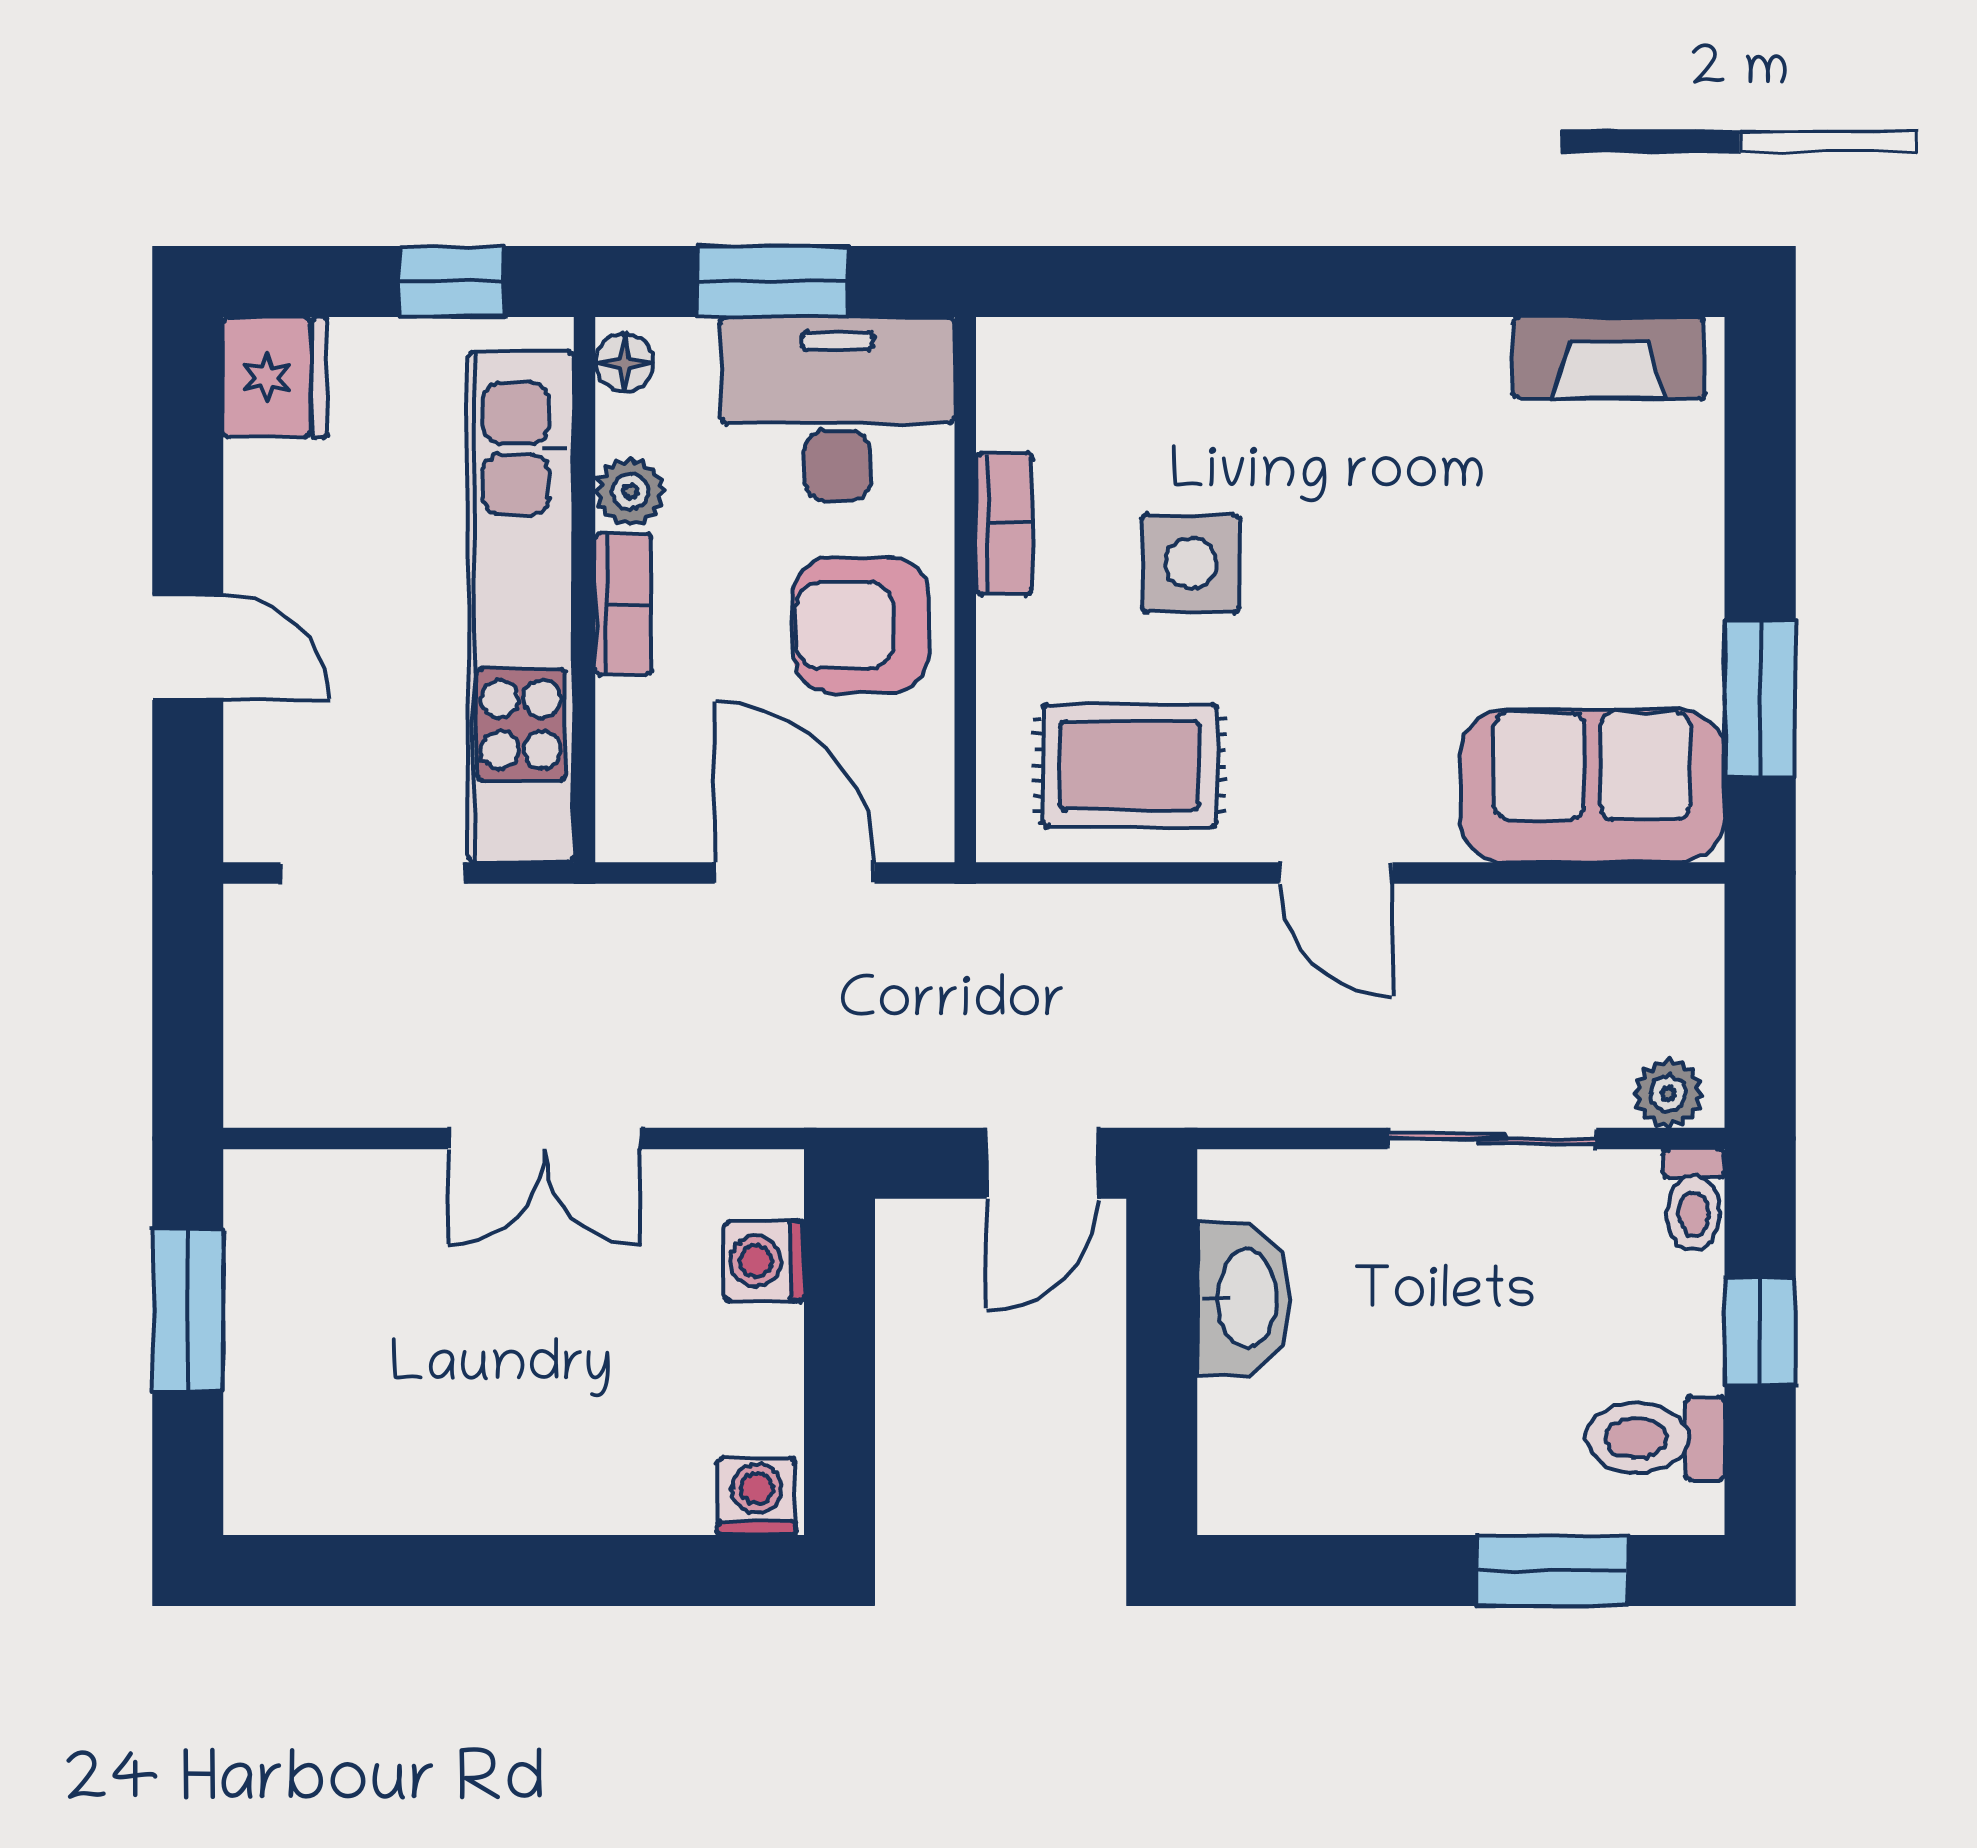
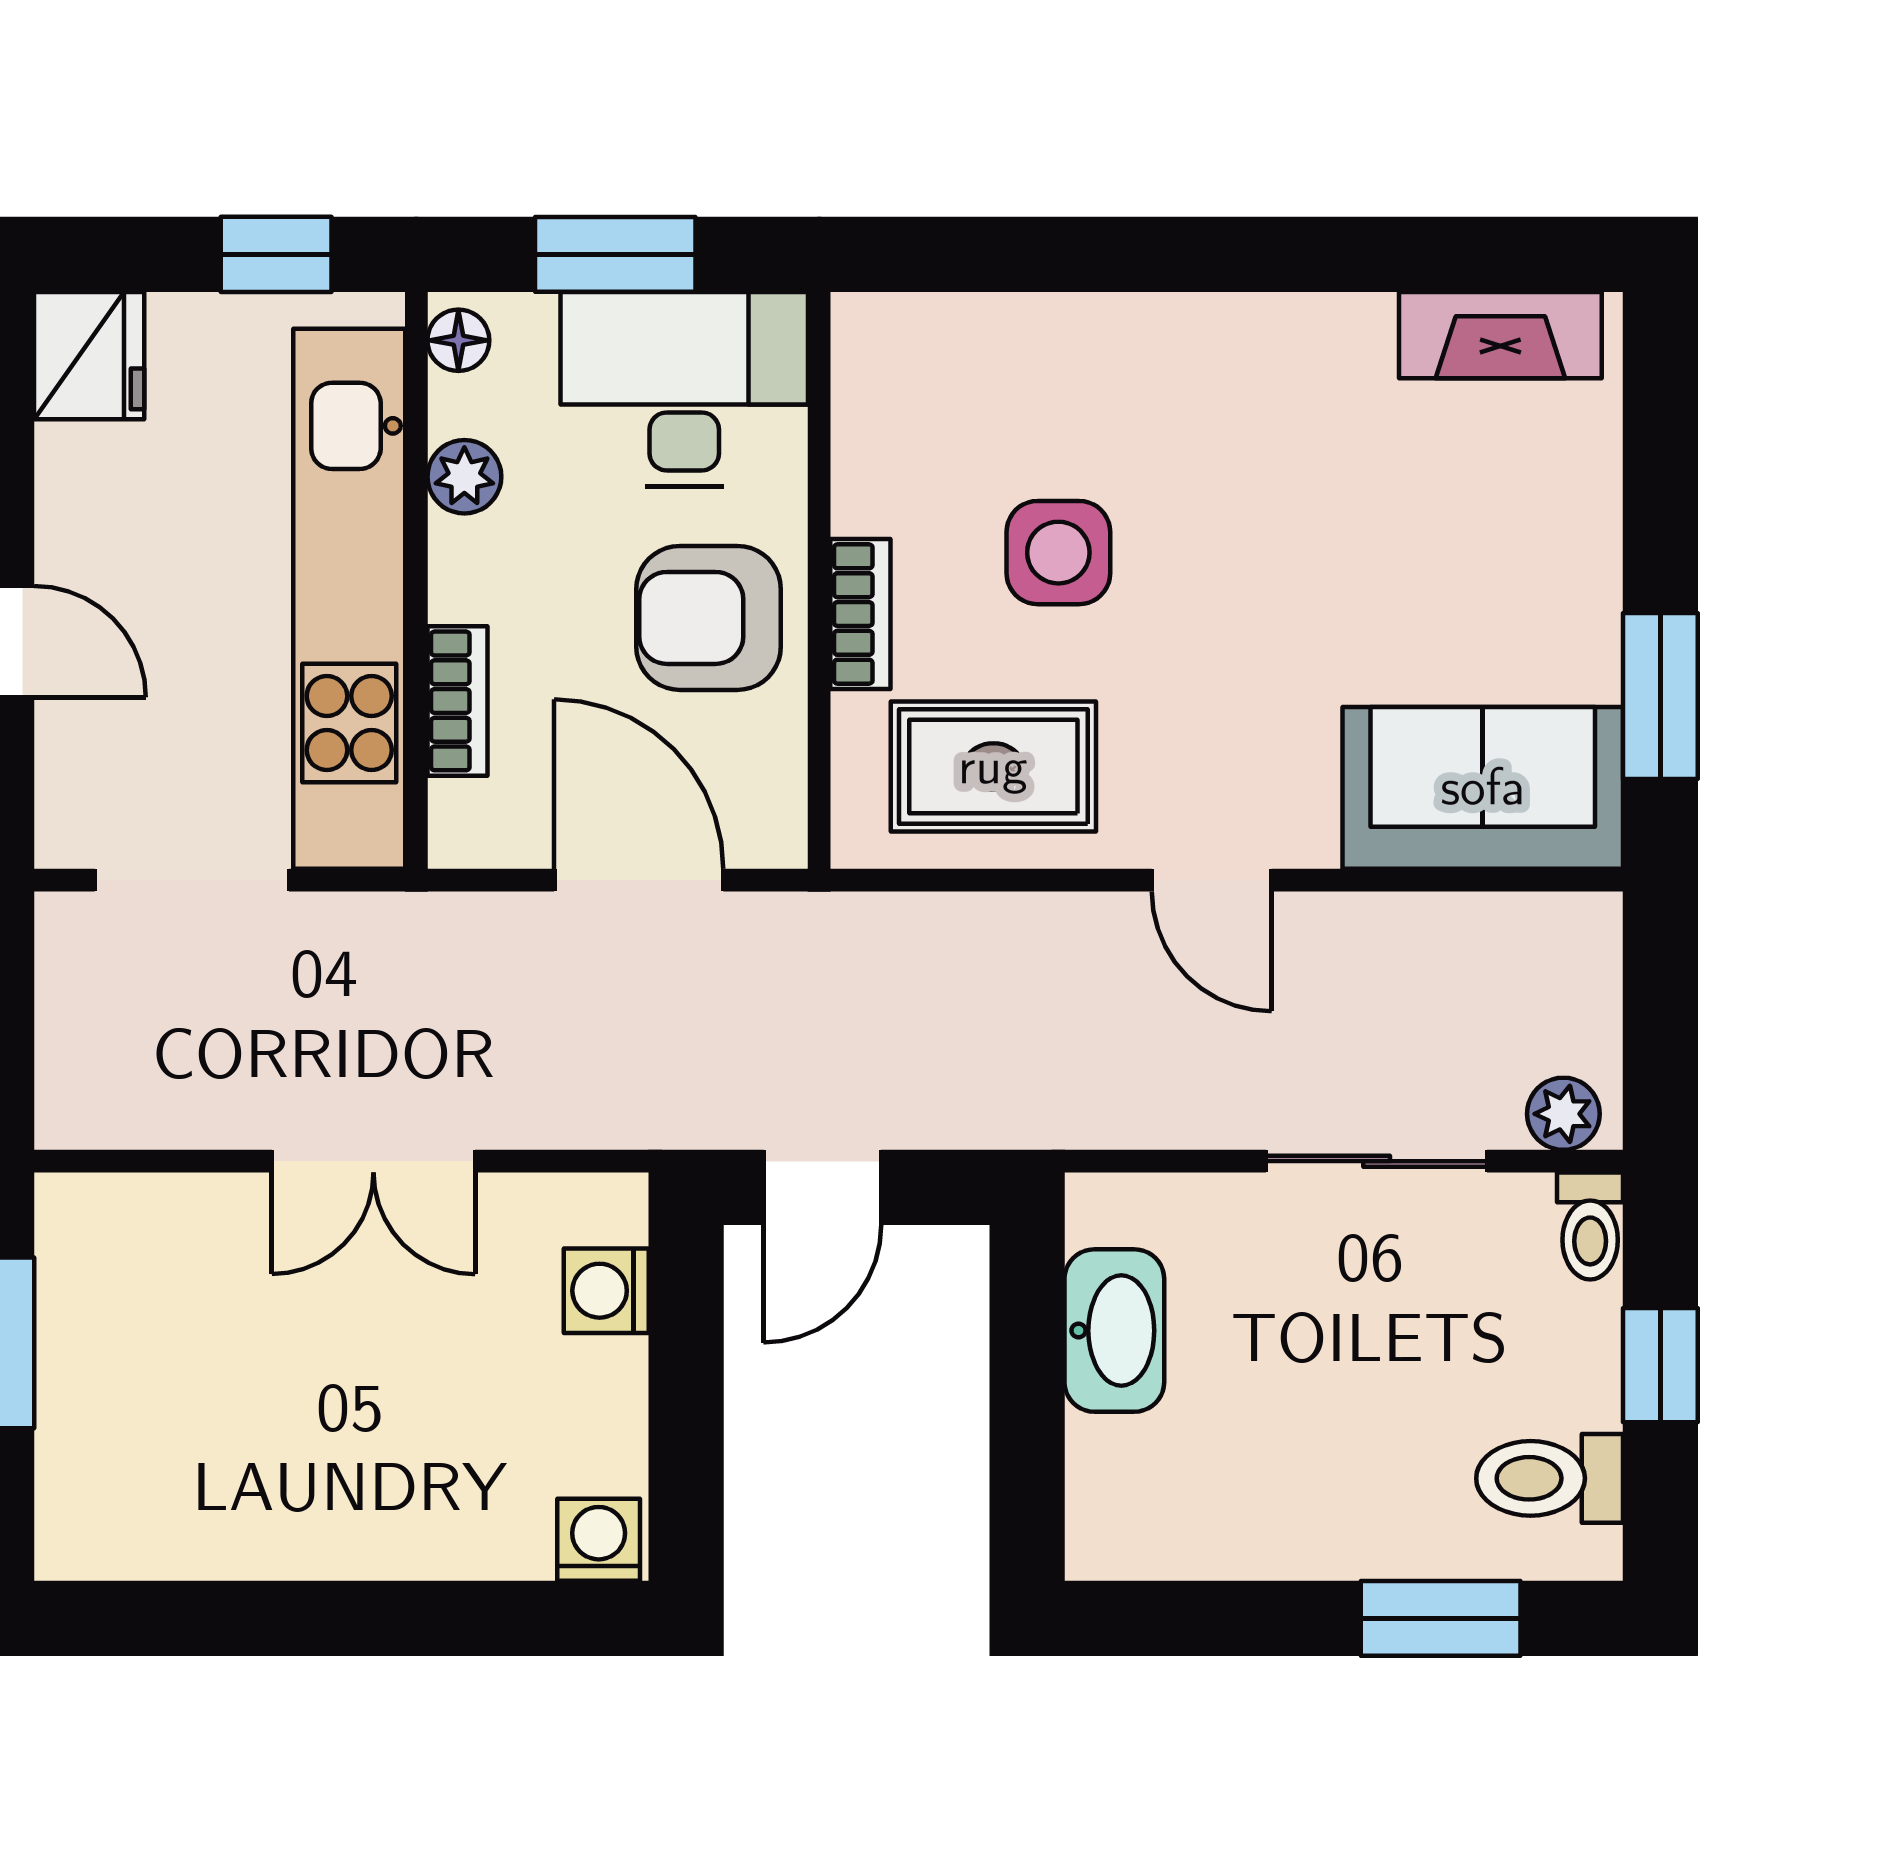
bookcase: (1004, 523) -> (860, 614), moved
bookcase: (623, 604) -> (457, 701), moved
door: (1042, 1163) -> (822, 1187), moved

